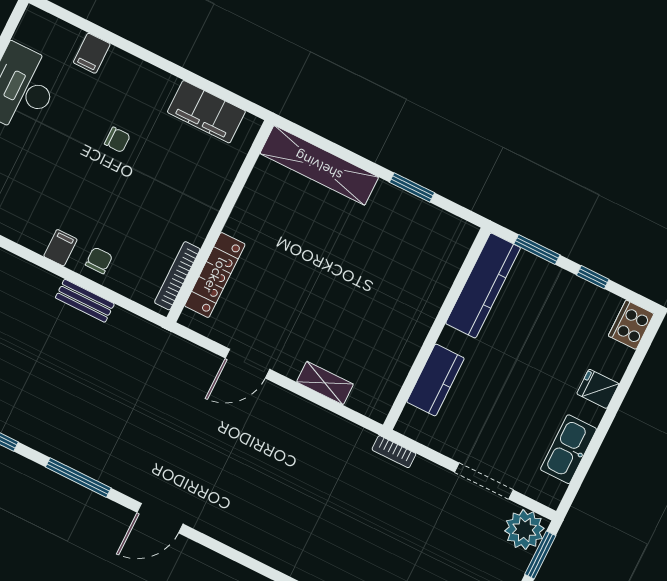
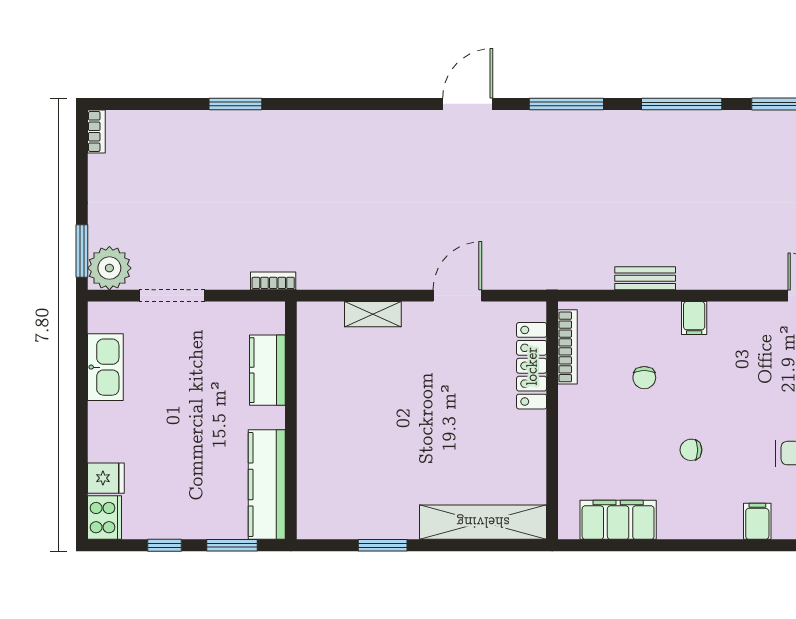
chair: (99, 260) -> (644, 378), moved
fridge: (598, 389) -> (106, 478), moved

